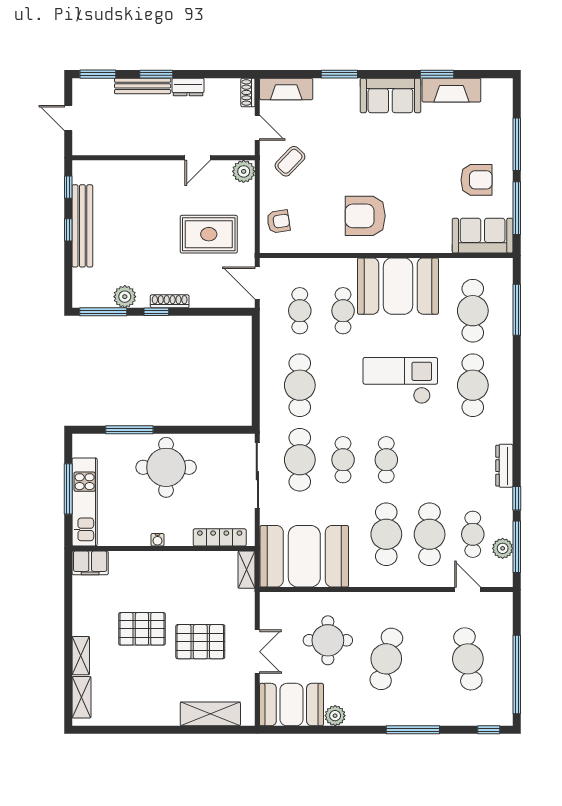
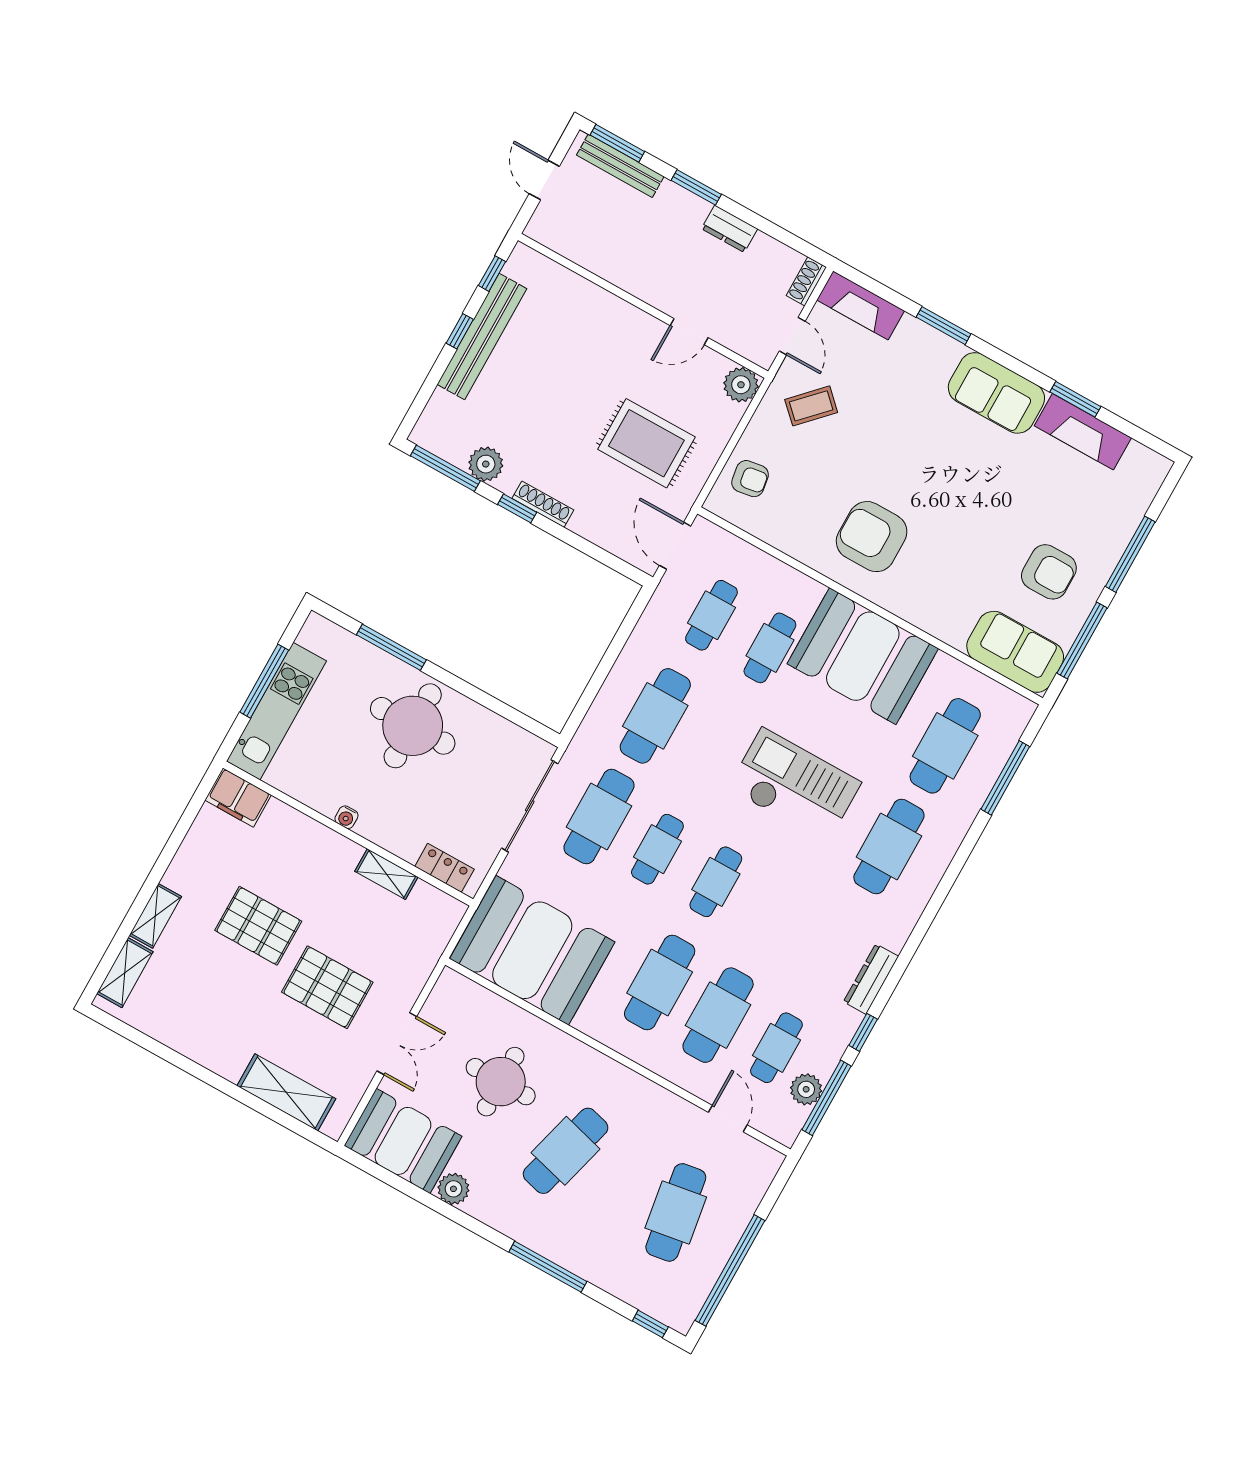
bench: (143, 86) -> (620, 166), moved
locker: (220, 537) -> (444, 868), width x0.66
shelving: (247, 570) -> (386, 874), moved, turned 90

